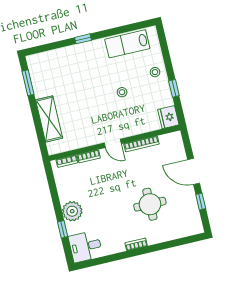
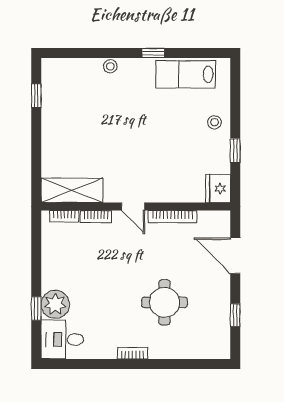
window: (83, 39) -> (153, 53), moved
window: (28, 83) -> (36, 96), width x0.67
stool: (122, 92) -> (110, 66), moved
shelving: (49, 119) -> (72, 190), moved, turned 90
door: (194, 171) -> (235, 256), moved
plant: (72, 211) -> (55, 304), moved

